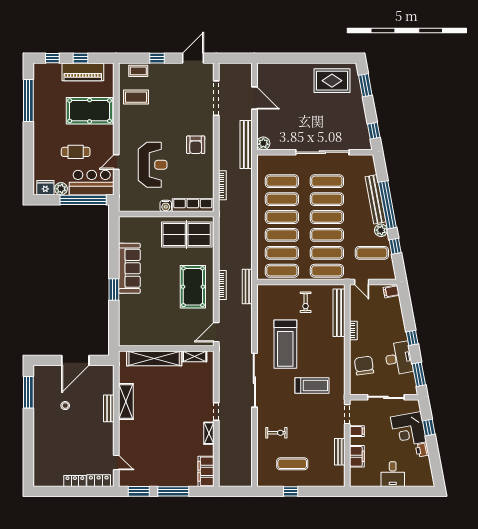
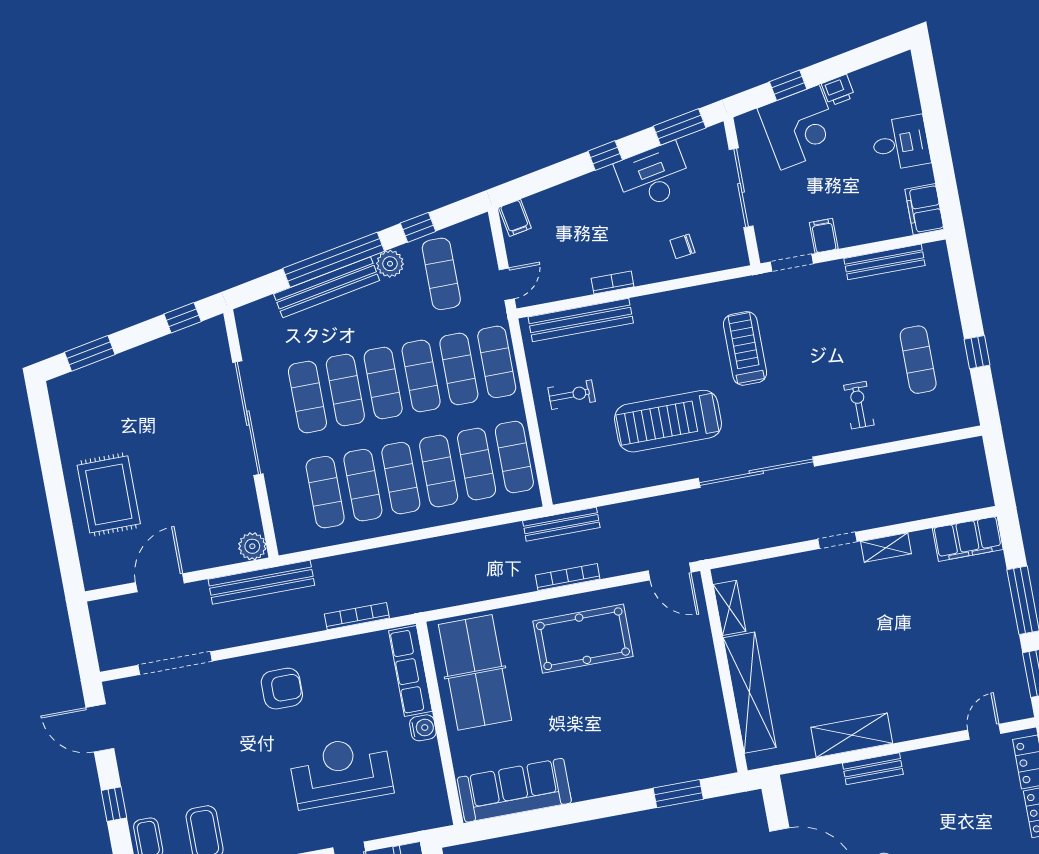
rug: (332, 81) -> (109, 494), moved
sofa: (129, 268) -> (514, 790), moved
window: (114, 290) -> (678, 794), moved
treadmill: (285, 344) -> (668, 421), turned 180
chair: (364, 366) -> (682, 246), width x0.54, depth x0.54
bench: (340, 452) -> (884, 262), width x1.36
filing cabinet: (357, 456) -> (924, 209), moved, turned -90

